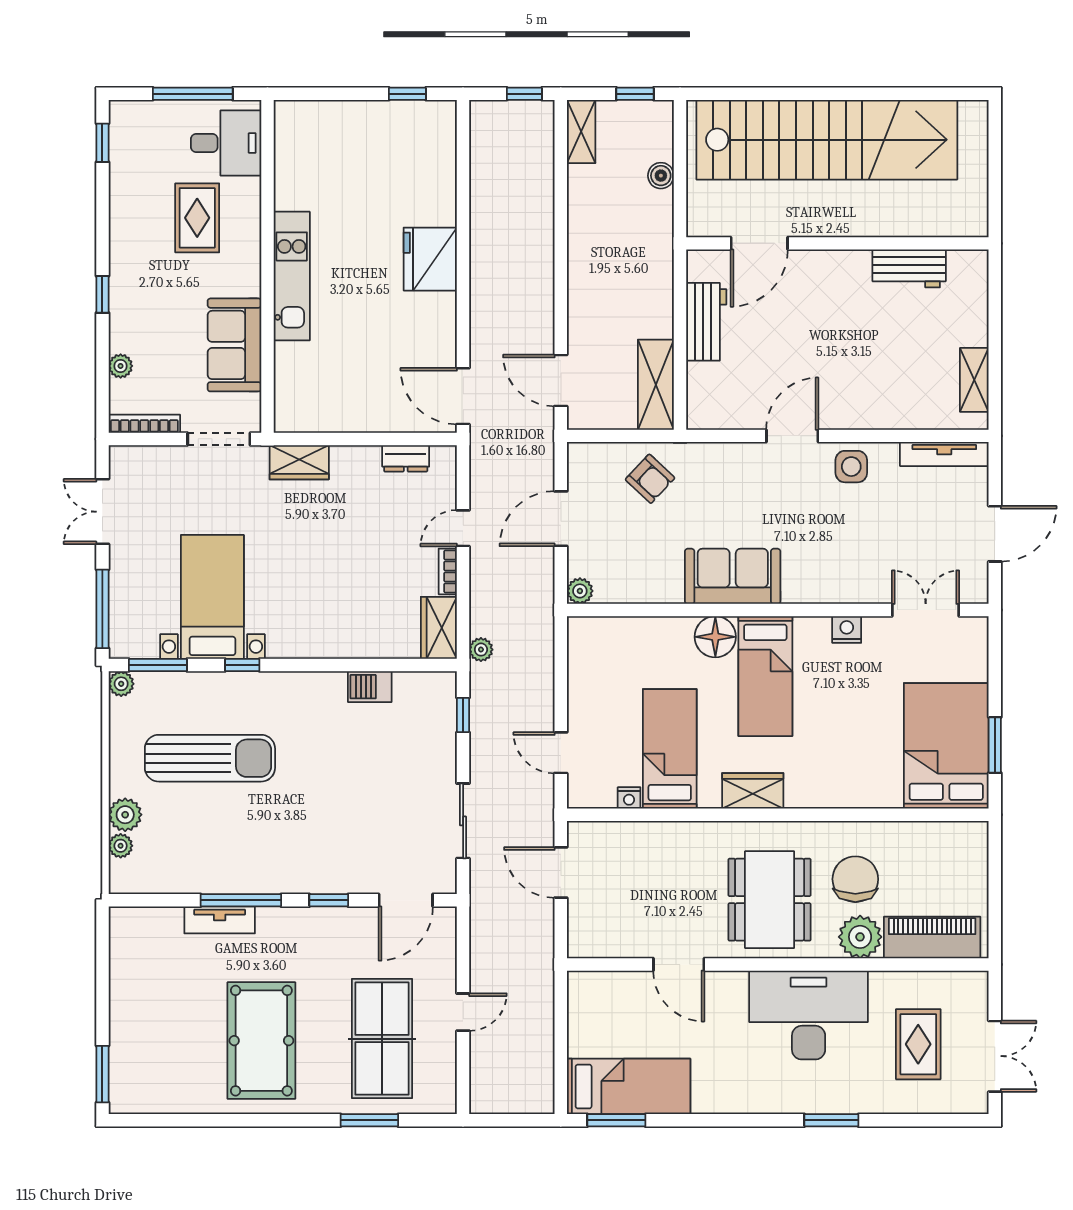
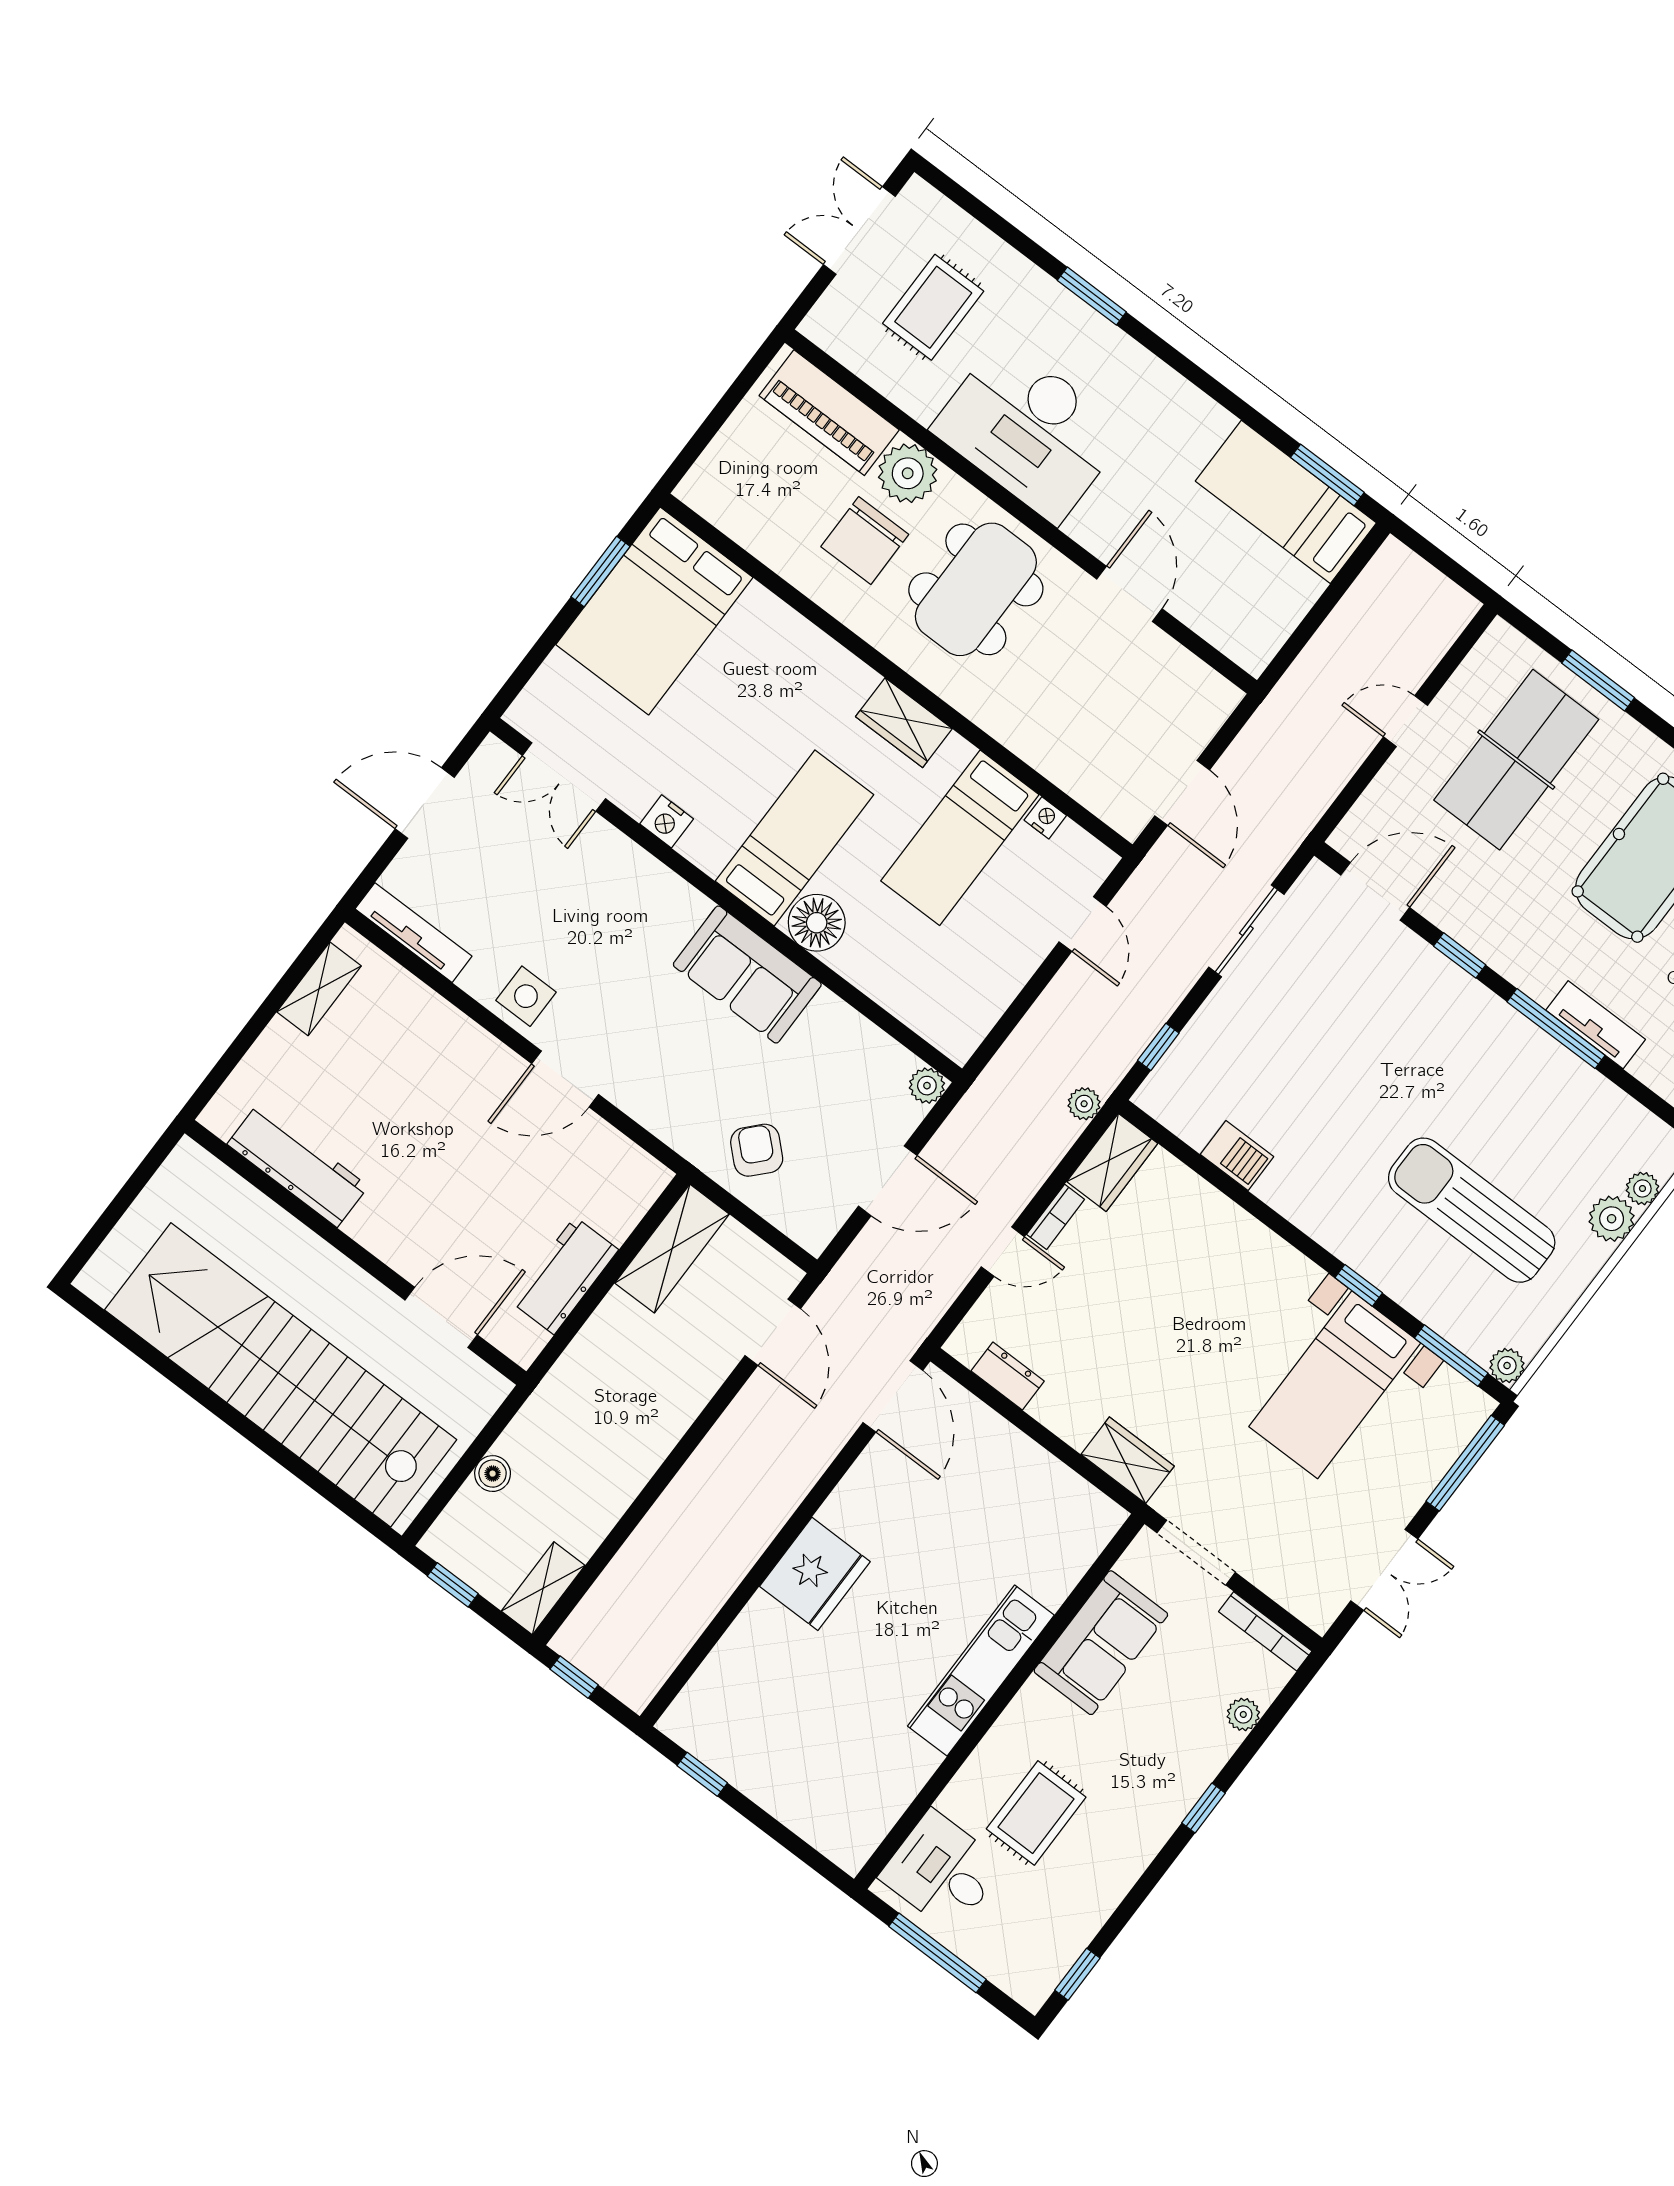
workbench: (909, 268) -> (298, 1165), width x1.38

